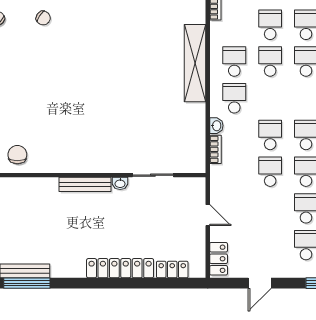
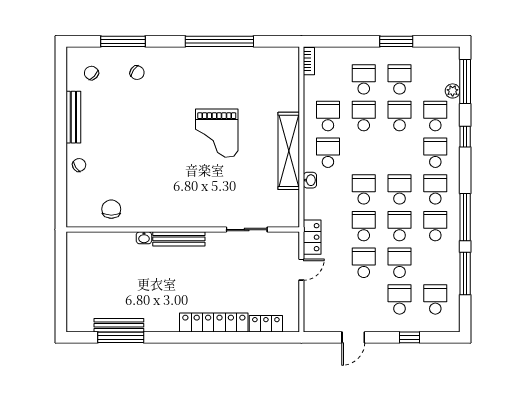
shelving: (195, 63) -> (289, 151), moved
grand piano: (123, 79) -> (217, 133), added
bookcase: (215, 149) -> (309, 204), removed
washbasin: (120, 183) -> (144, 238), moved
school desk: (270, 208) -> (364, 263), added
door: (208, 215) -> (301, 270), hinge flipped
locker: (219, 259) -> (312, 237), moved

